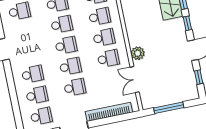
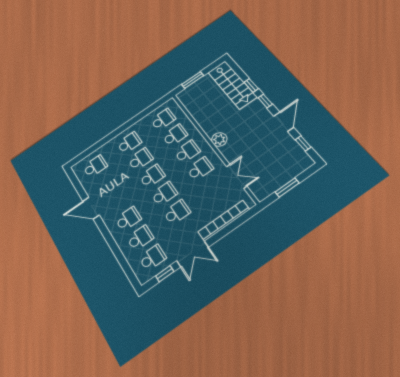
plant: (138, 53) -> (219, 139), moved
double door: (135, 80) -> (237, 176), swing flipped
window: (169, 108) -> (287, 187), width x0.69

